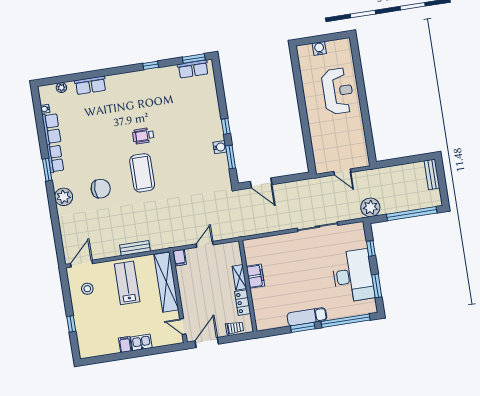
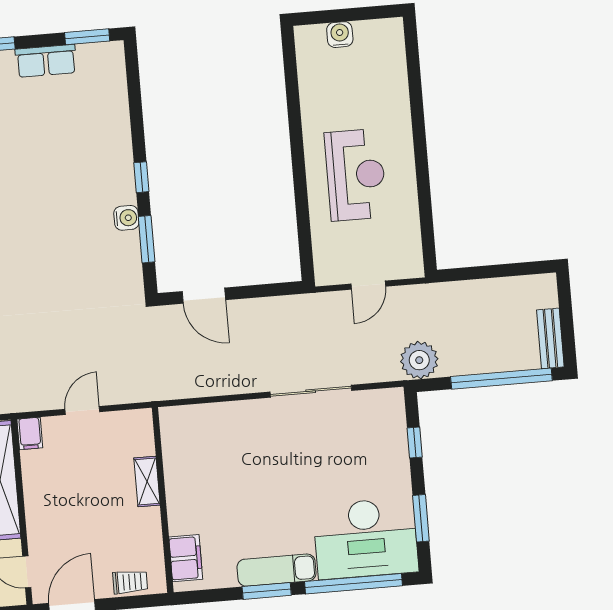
row of seats: (193, 69) -> (46, 61), moved
reception desk: (338, 91) -> (356, 175), moved
door: (342, 172) -> (368, 285), hinge flipped
bench: (432, 174) -> (550, 338), moved
filing cabinet: (255, 276) -> (186, 558), moved
desk: (353, 276) -> (366, 538), moved, turned 90
locker: (243, 303) -> (150, 533), removed

